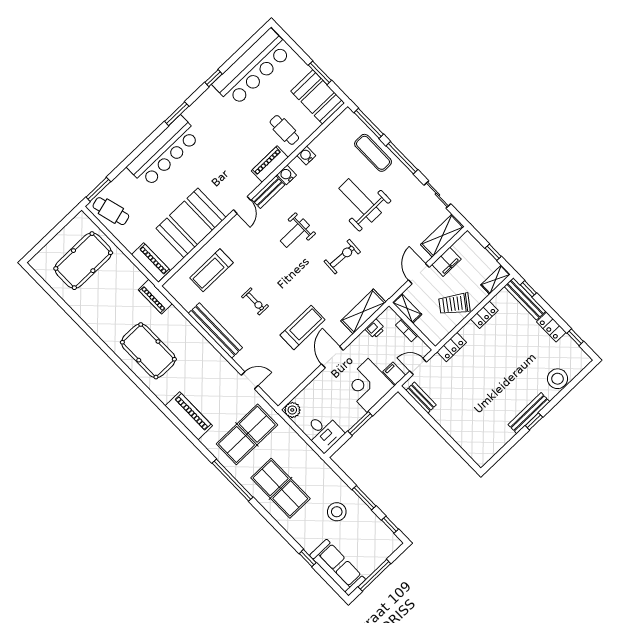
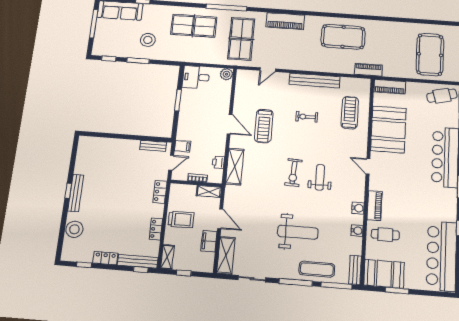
bench: (268, 192) -> (355, 270), moved
exercise bike: (342, 257) -> (293, 173), moved
trolley: (454, 304) -> (181, 220), turned 54
corner desk: (368, 385) -> (193, 126), removed

